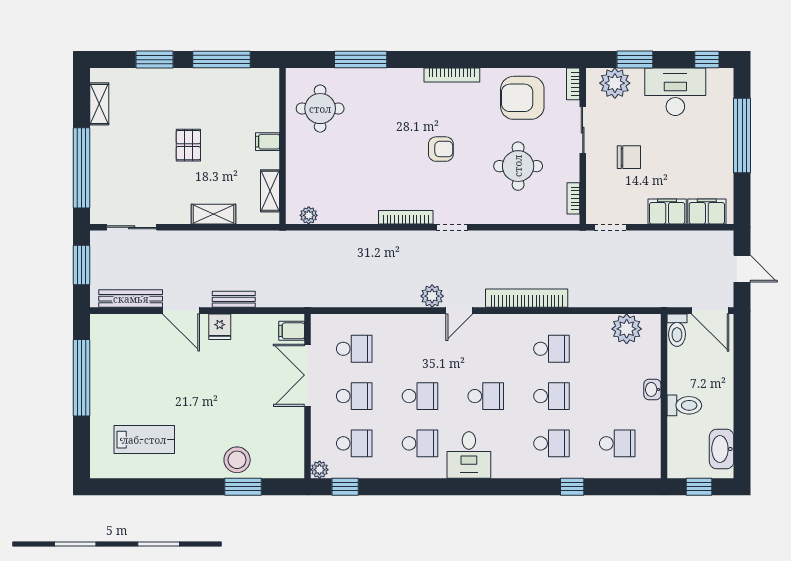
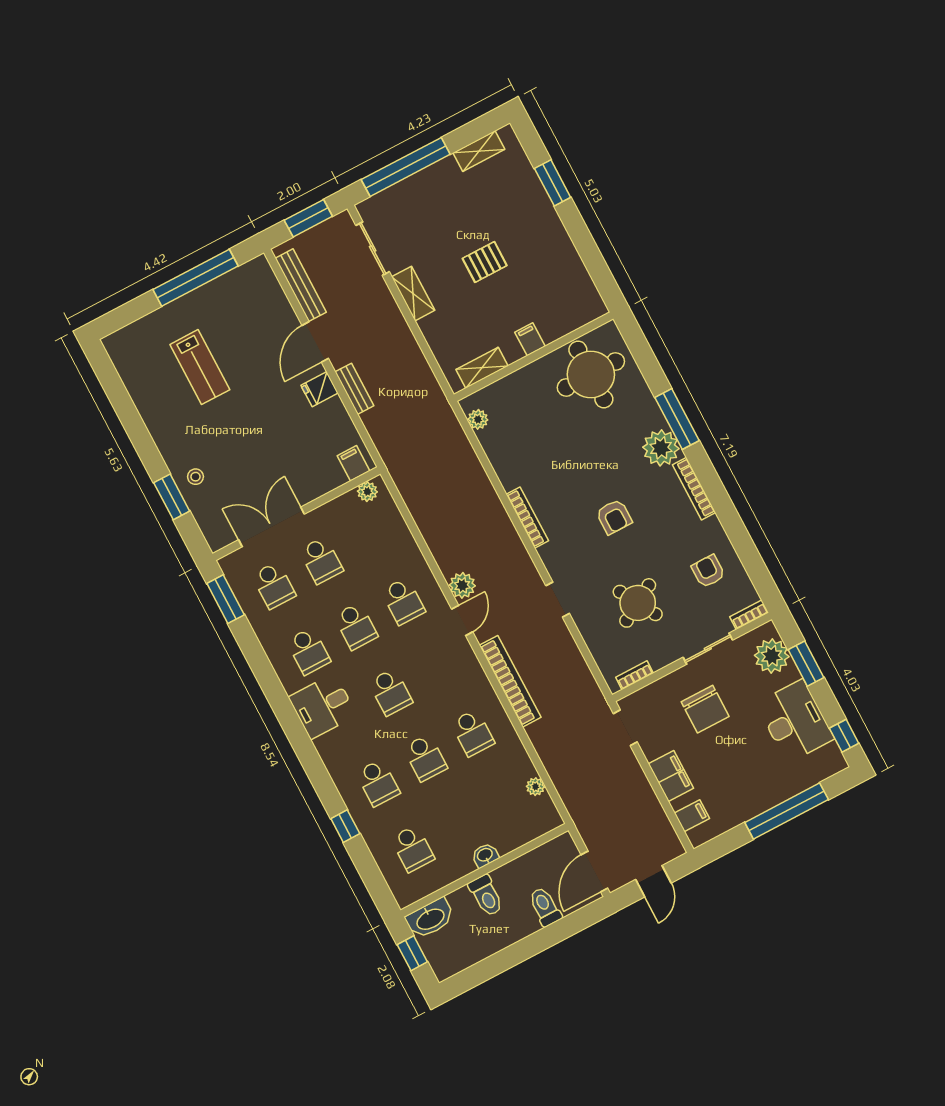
window: (221, 60) -> (588, 250), removed
window: (361, 60) -> (677, 419), moved
plant: (406, 84) -> (661, 448), added
armchair: (522, 98) -> (708, 571), width x0.53, depth x0.53
round table: (320, 109) -> (591, 374), width x1.36, depth x1.36
chair: (629, 157) -> (705, 709), width x1.37, depth x1.37
round table: (518, 166) -> (638, 603), turned -30
filing cabinet: (707, 211) -> (692, 816), width x0.50
shelving: (214, 214) -> (413, 294), moved
doorway: (452, 227) -> (558, 600), moved
door: (459, 311) -> (462, 620), swing flipped
plant: (627, 329) -> (535, 787), width x0.53, depth x0.53
toilet: (677, 330) -> (545, 907), moved, turned 90
school desk: (354, 349) -> (403, 601), moved
double door: (308, 375) -> (271, 527), moved
lab bench: (144, 440) -> (200, 367), moved
washbasin: (722, 449) -> (430, 919), moved, turned 180
stool: (237, 460) -> (195, 477), width x0.53, depth x0.53
plant: (320, 470) -> (367, 492), moved
window: (345, 487) -> (226, 599), width x1.50

